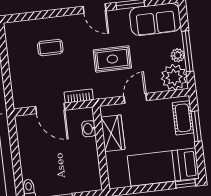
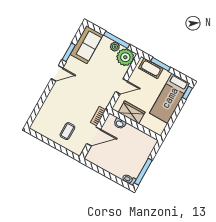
coffee table: (50, 48) -> (67, 131), moved
rug: (112, 59) -> (91, 83), removed
door: (135, 98) -> (122, 86), swing flipped

